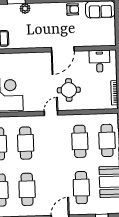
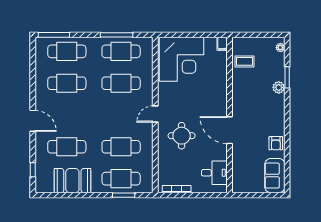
door: (51, 113) -> (155, 114), swing flipped

